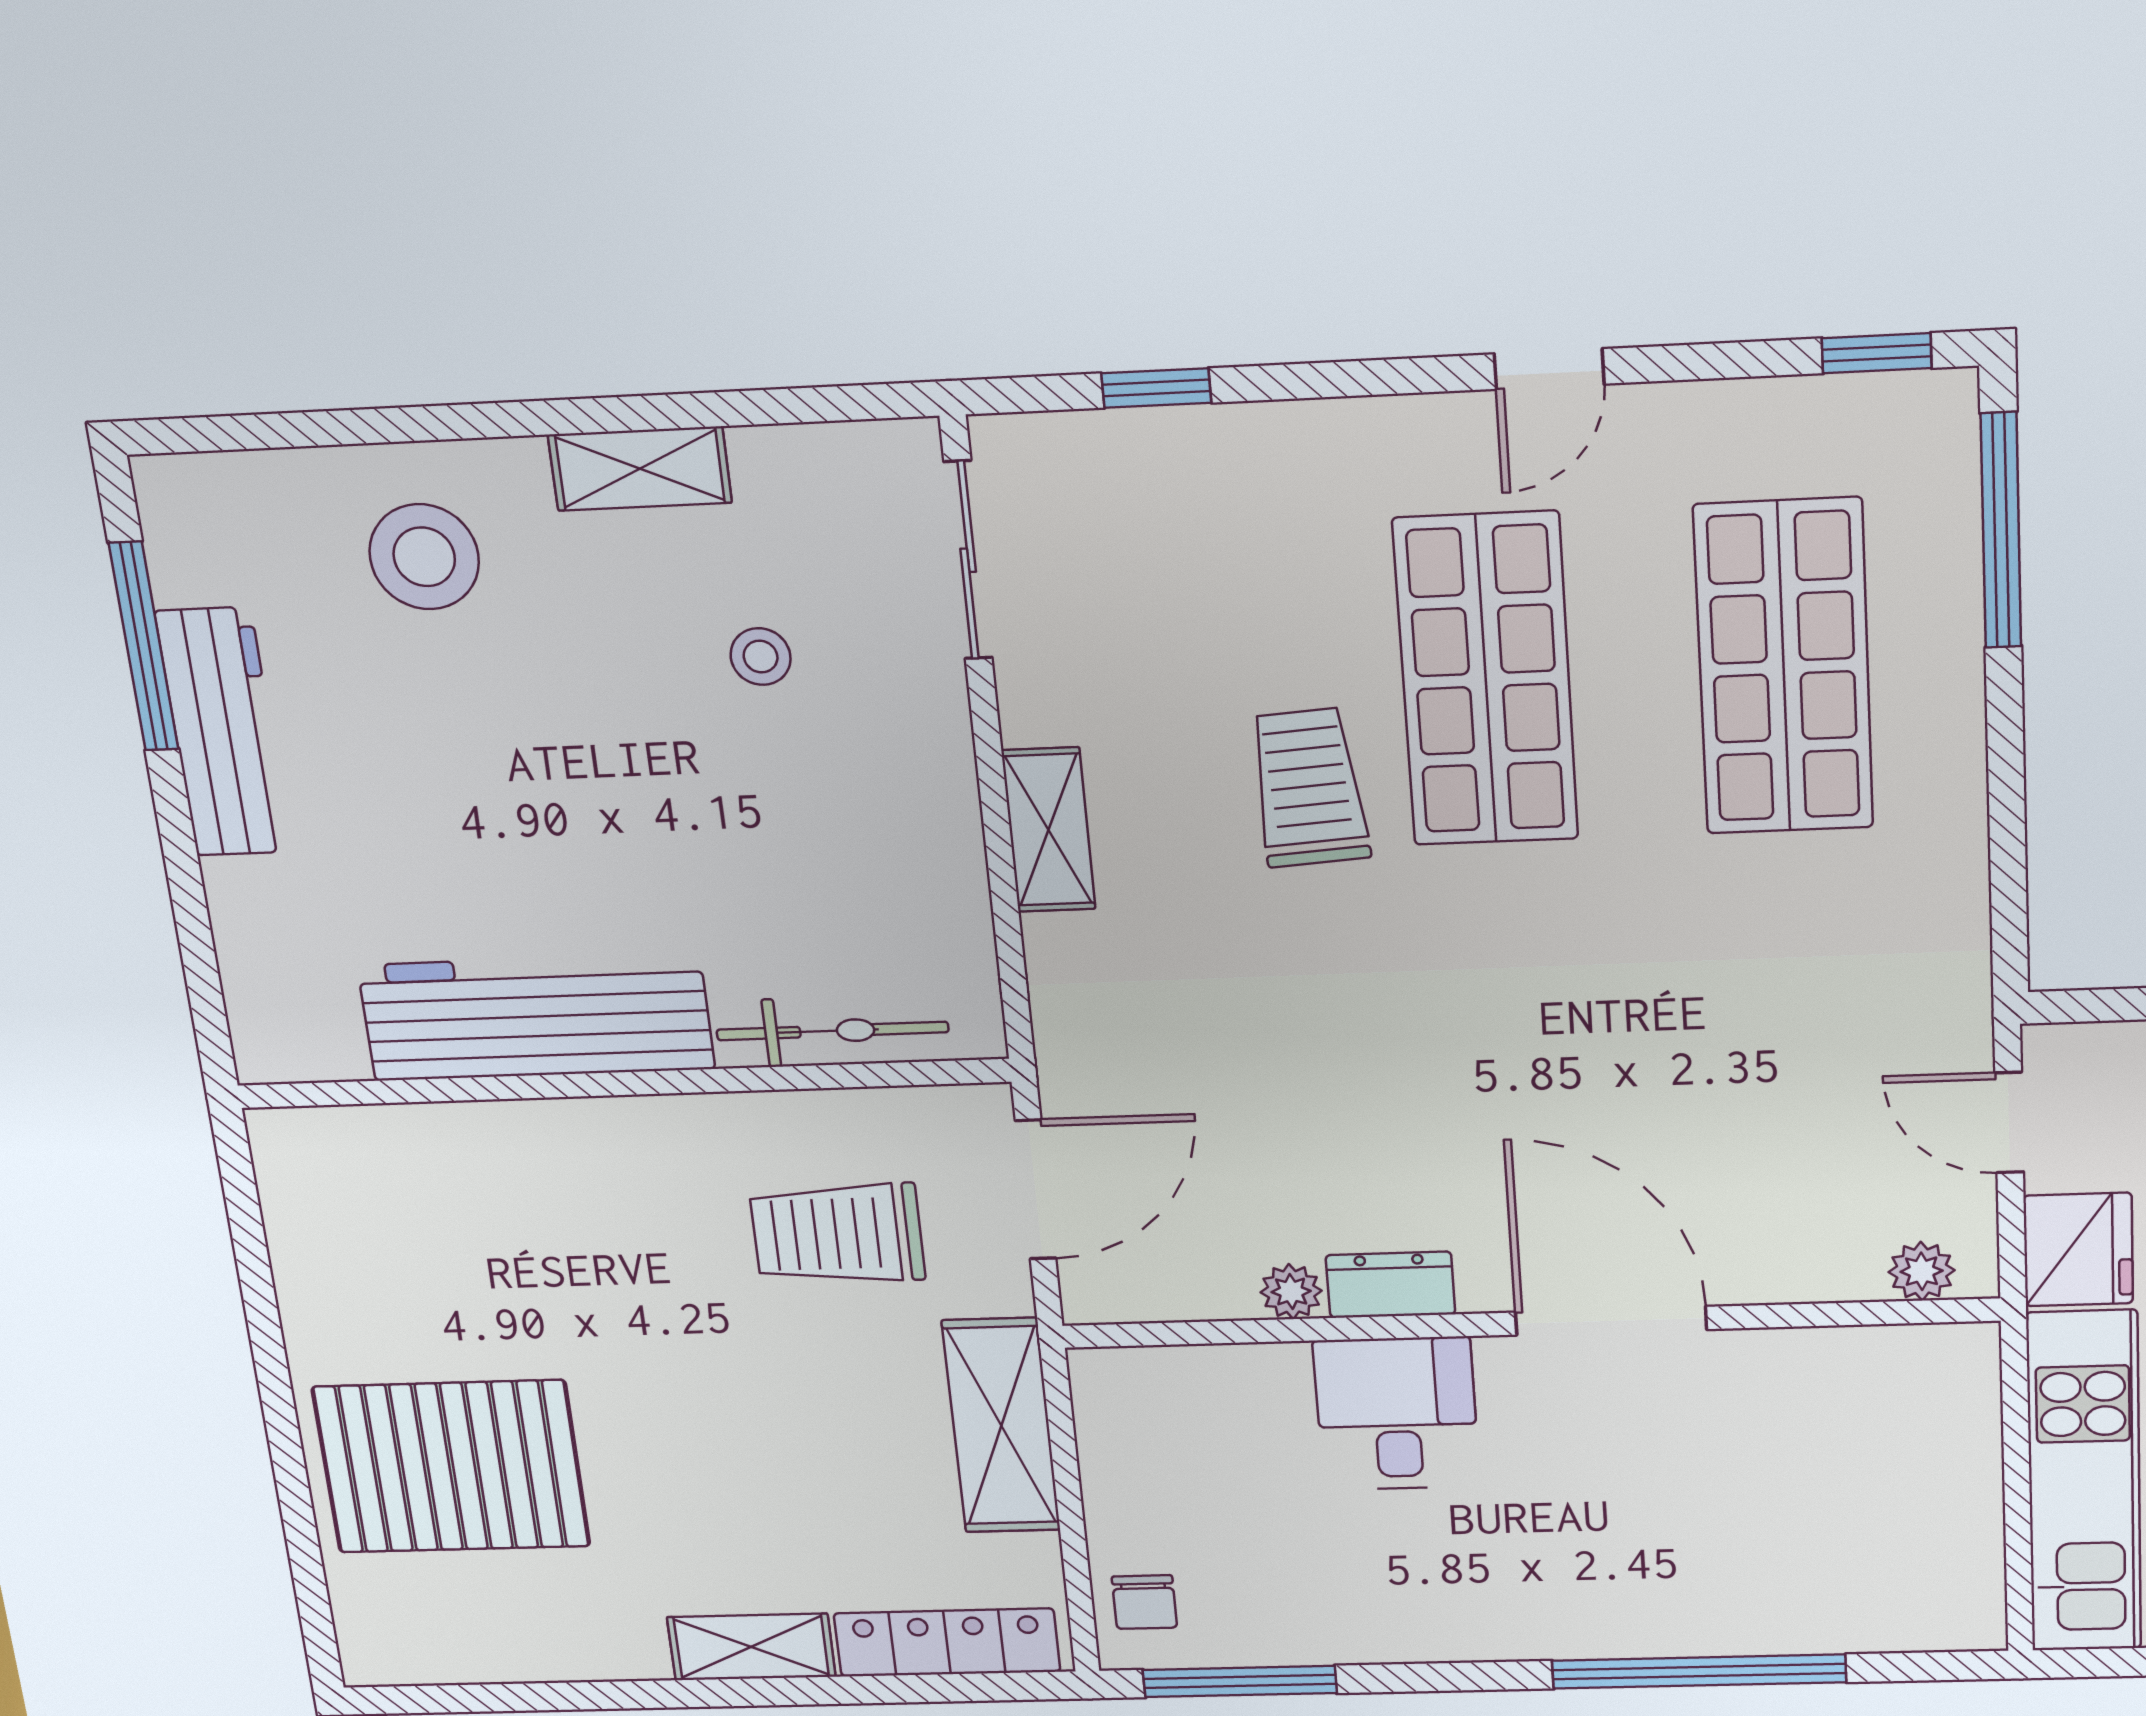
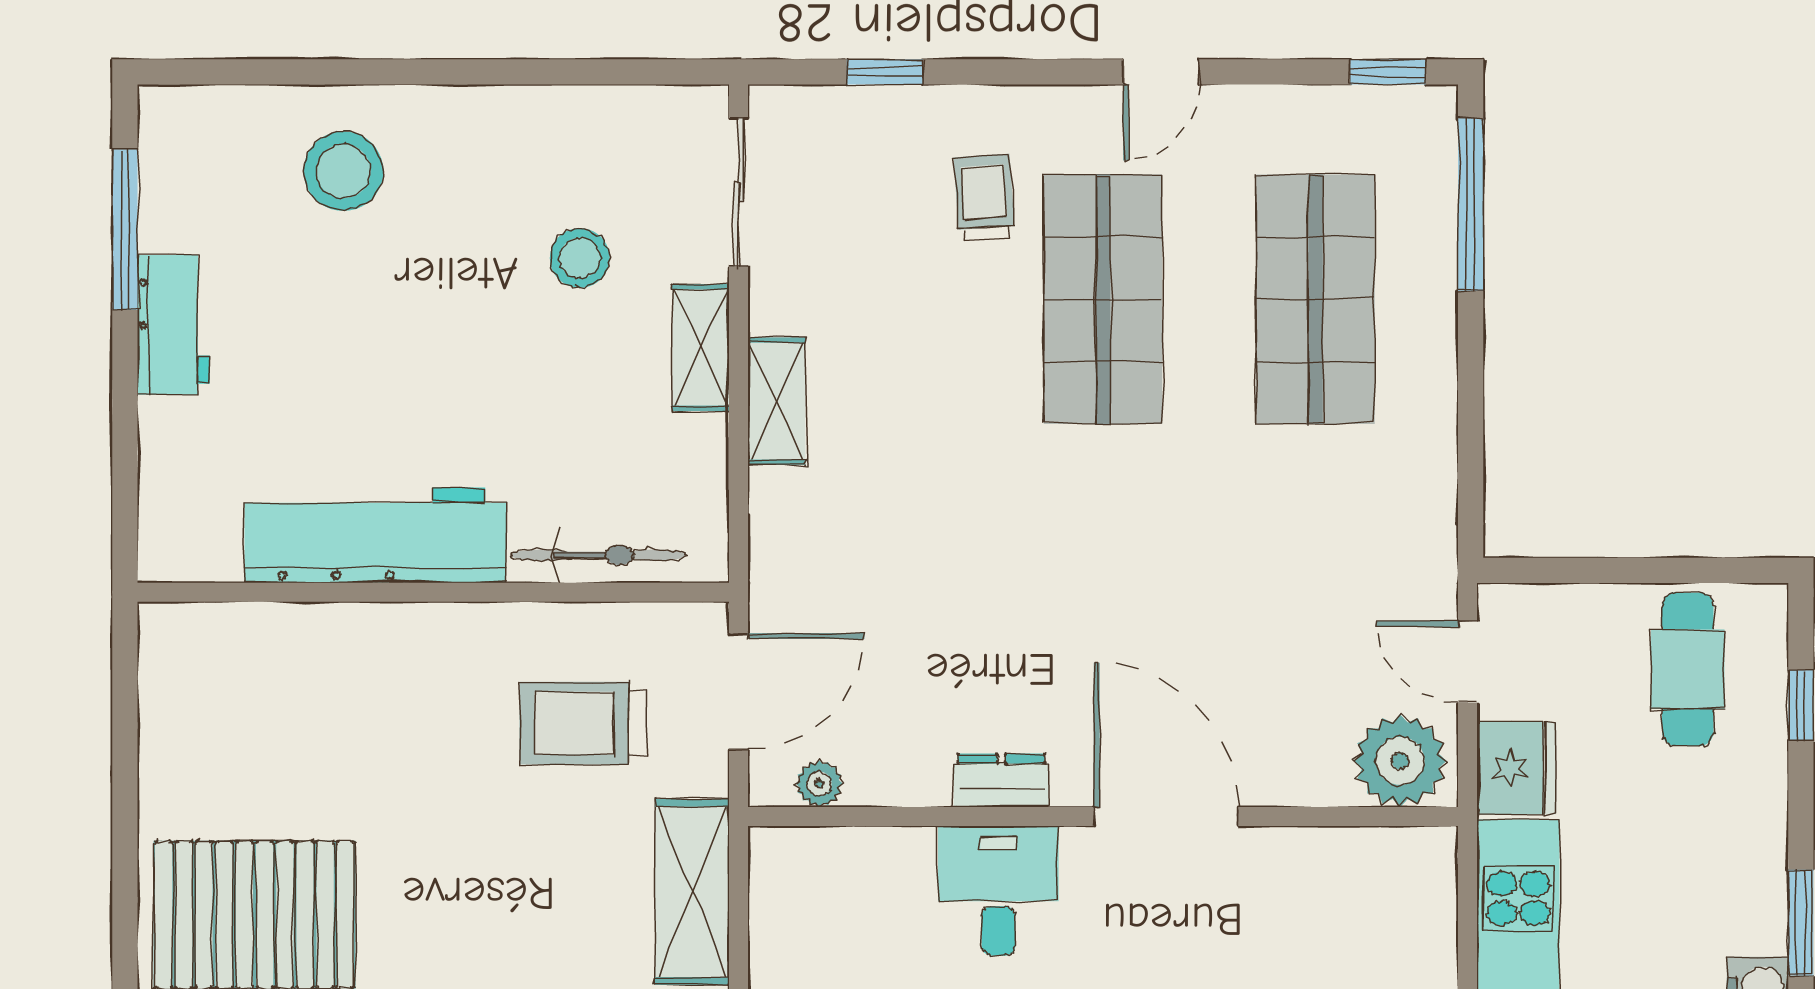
shelving: (640, 469) -> (701, 348), moved, turned 90
stool: (761, 657) -> (580, 258), width x1.37, depth x1.37
workbench: (224, 732) -> (173, 325), width x0.73
trolley: (1309, 788) -> (984, 198), moved, width x0.73, depth x0.72
plant: (1922, 1271) -> (1400, 761), width x1.87, depth x1.87
plant: (1291, 1292) -> (819, 784), moved

